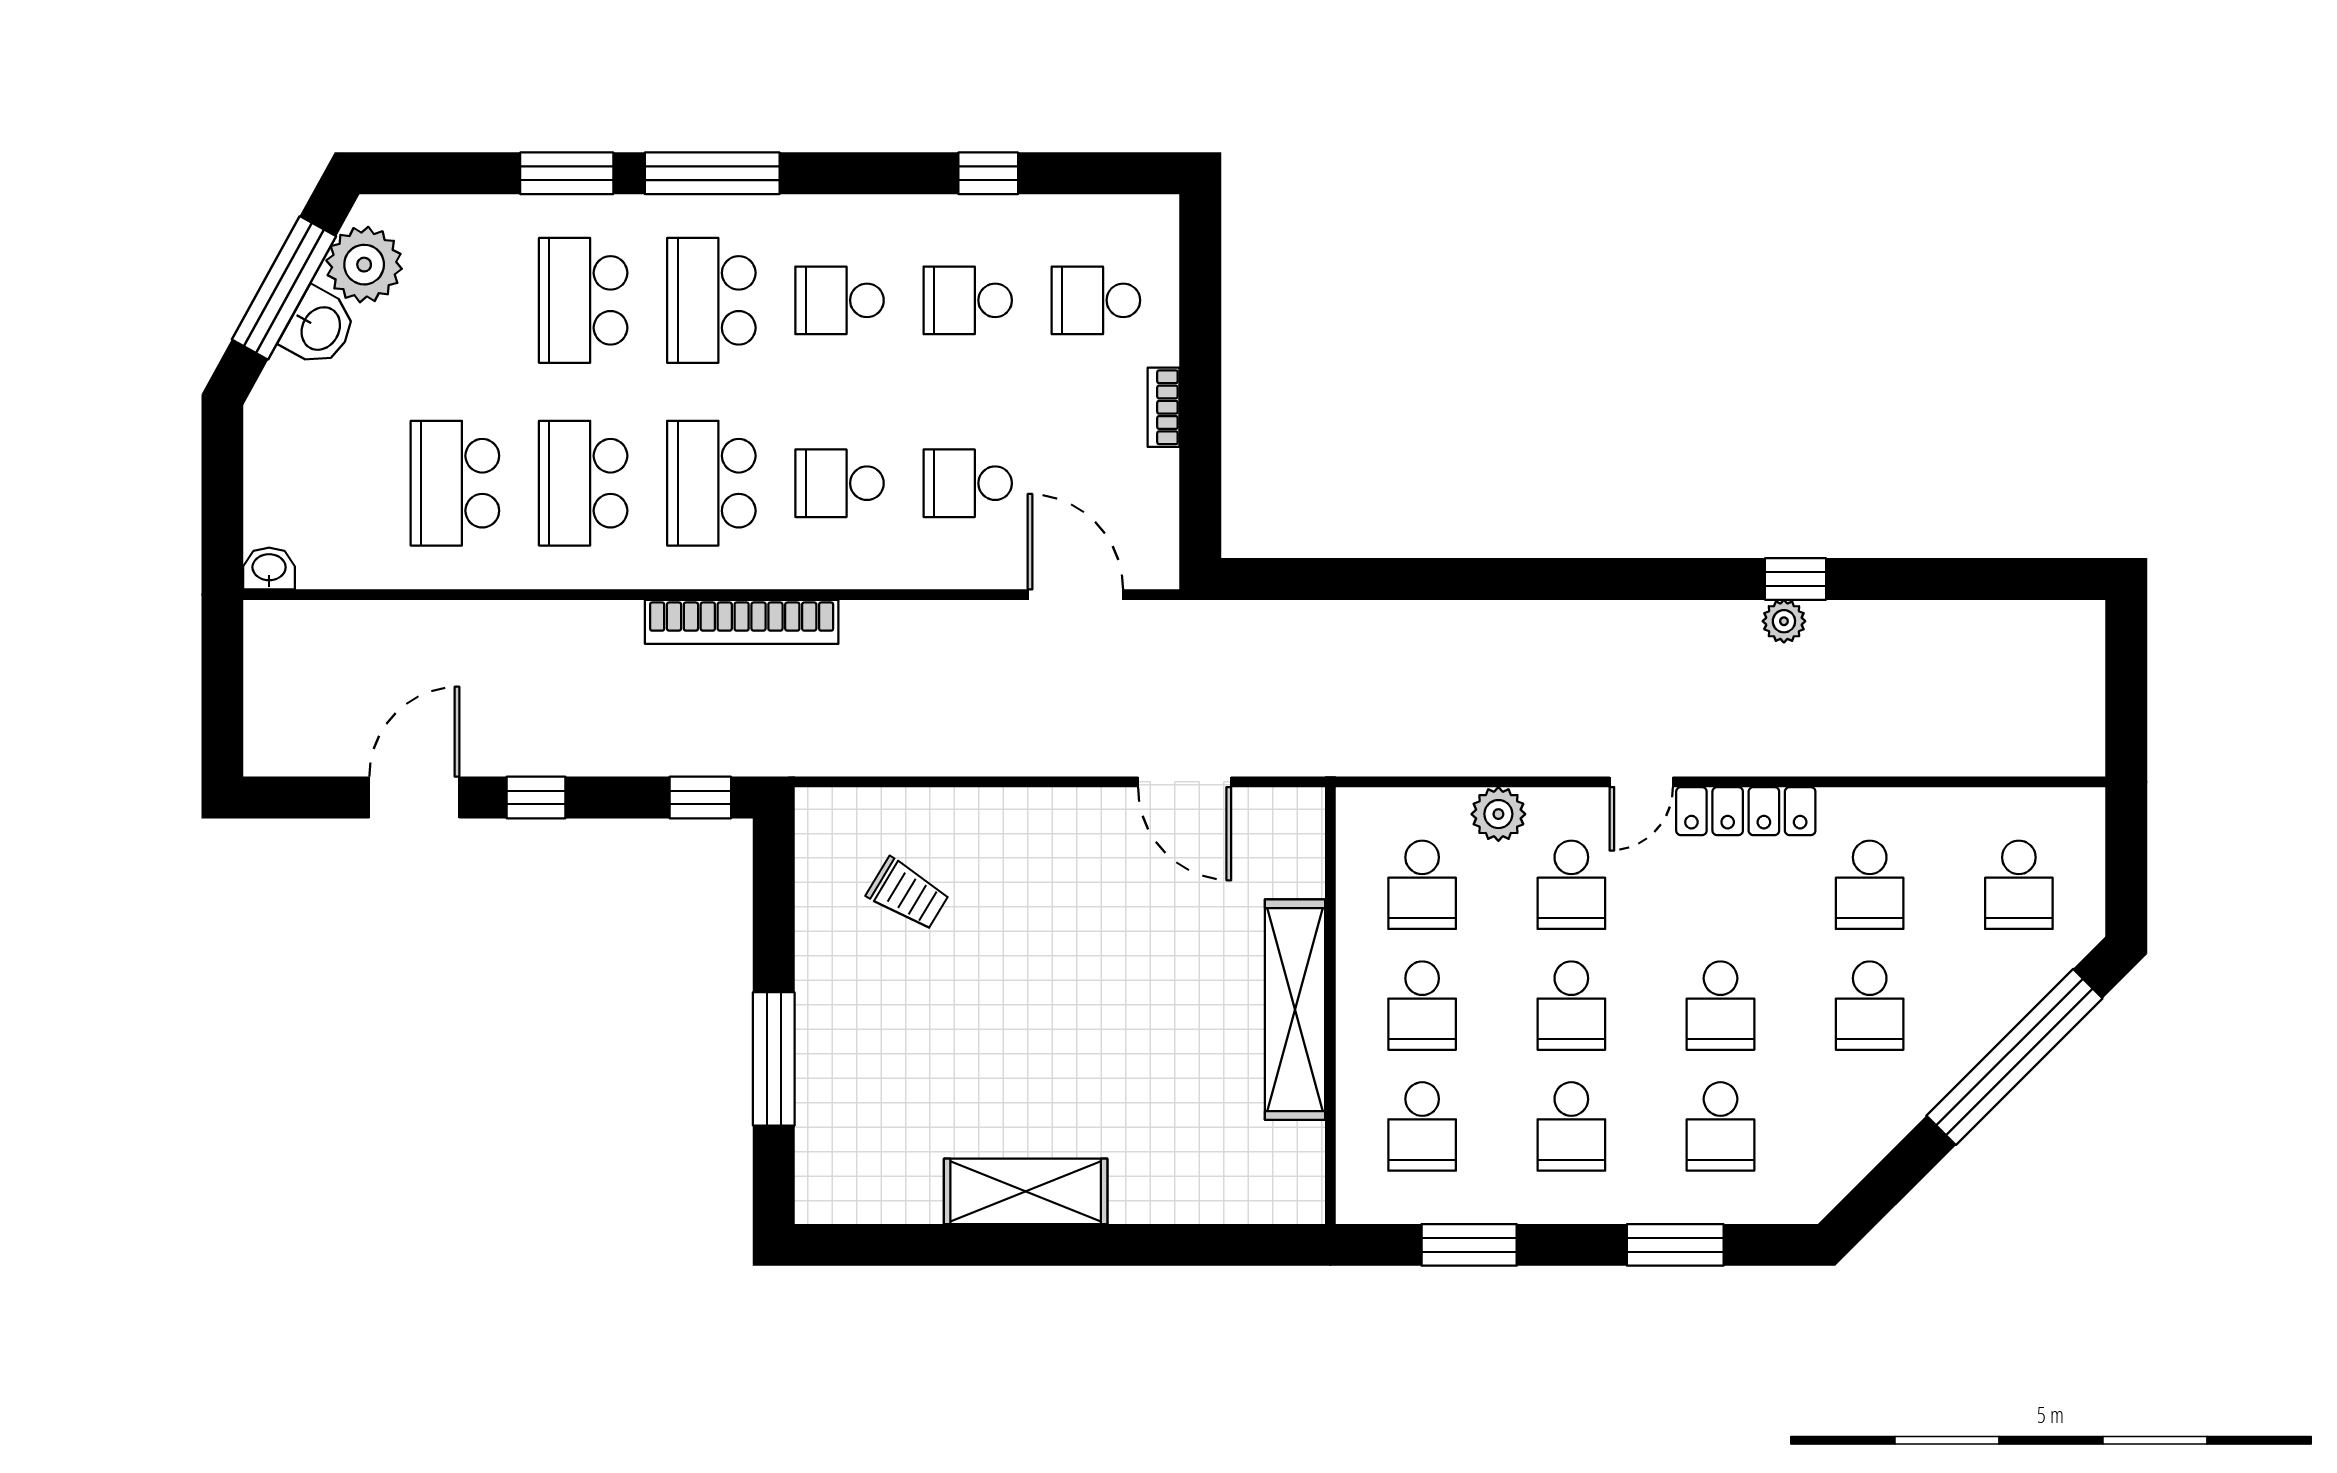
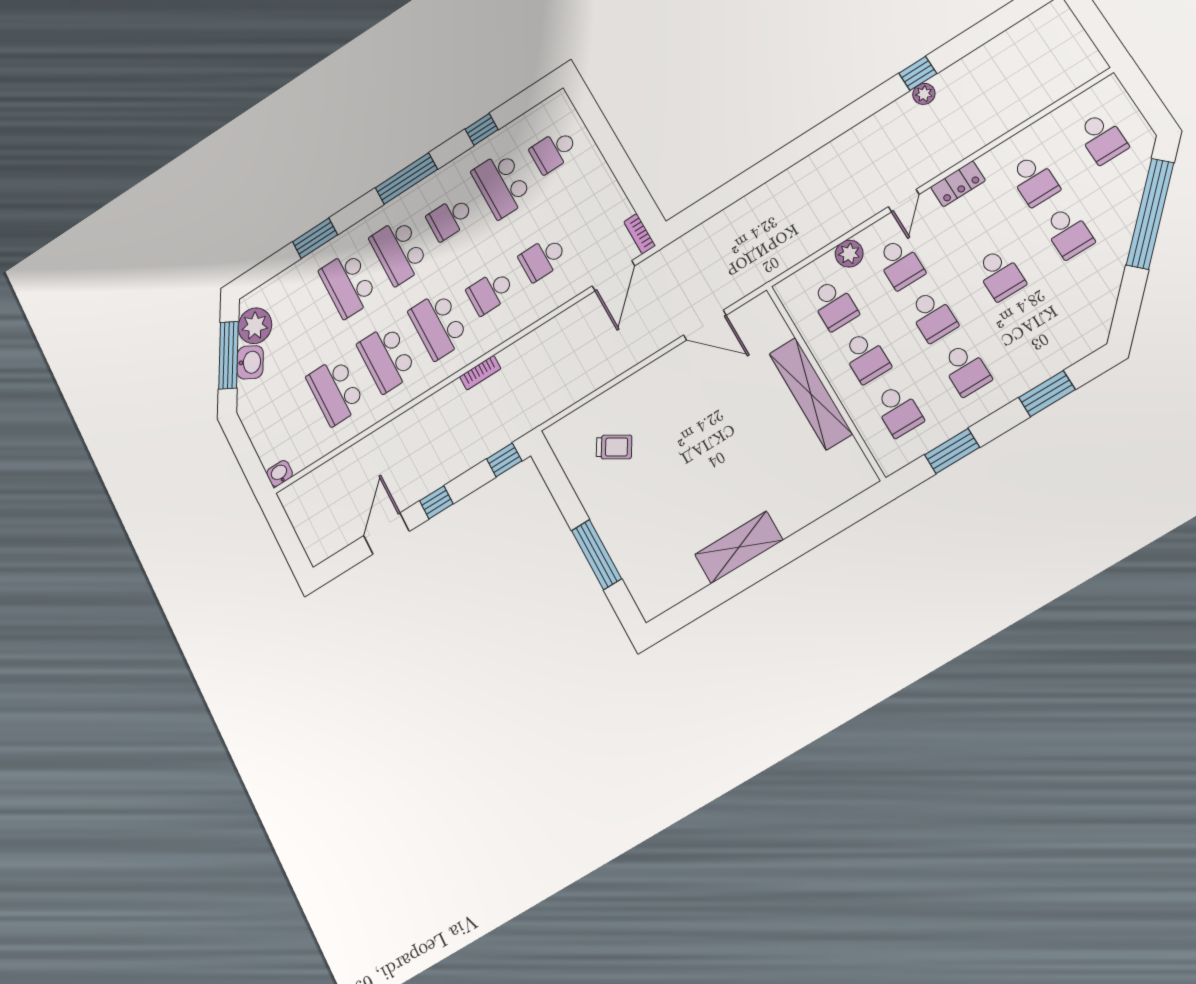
window: (712, 173) -> (406, 179), moved
school desk: (968, 300) -> (501, 185), width x1.85
bookcase: (1164, 407) -> (640, 234), moved
door: (1075, 595) -> (613, 276), swing flipped
bookcase: (742, 622) -> (480, 373), width x0.43, depth x0.76
locker: (1746, 811) -> (958, 184), width x0.66
school desk: (1720, 1126) -> (1034, 328), removed

